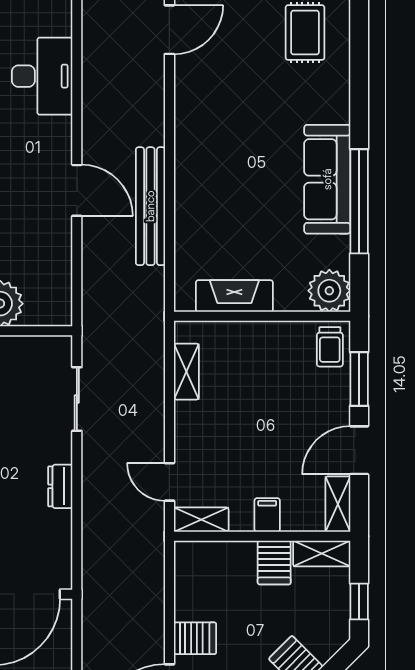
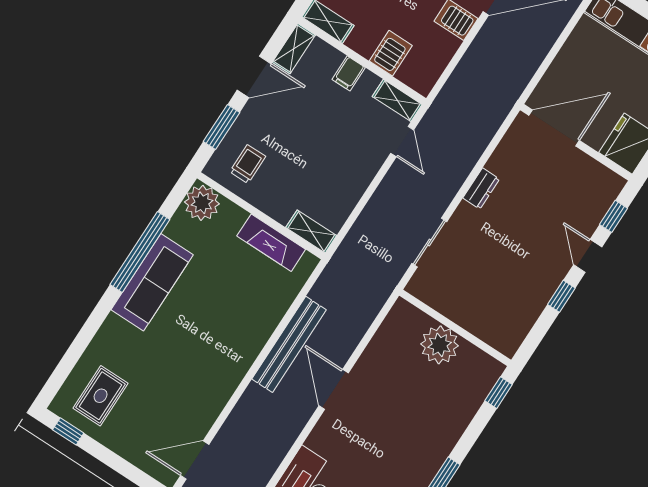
trolley: (330, 347) -> (248, 164), moved
shelving: (186, 372) -> (311, 231), moved, turned 90
server rack: (274, 563) -> (391, 53), moved

